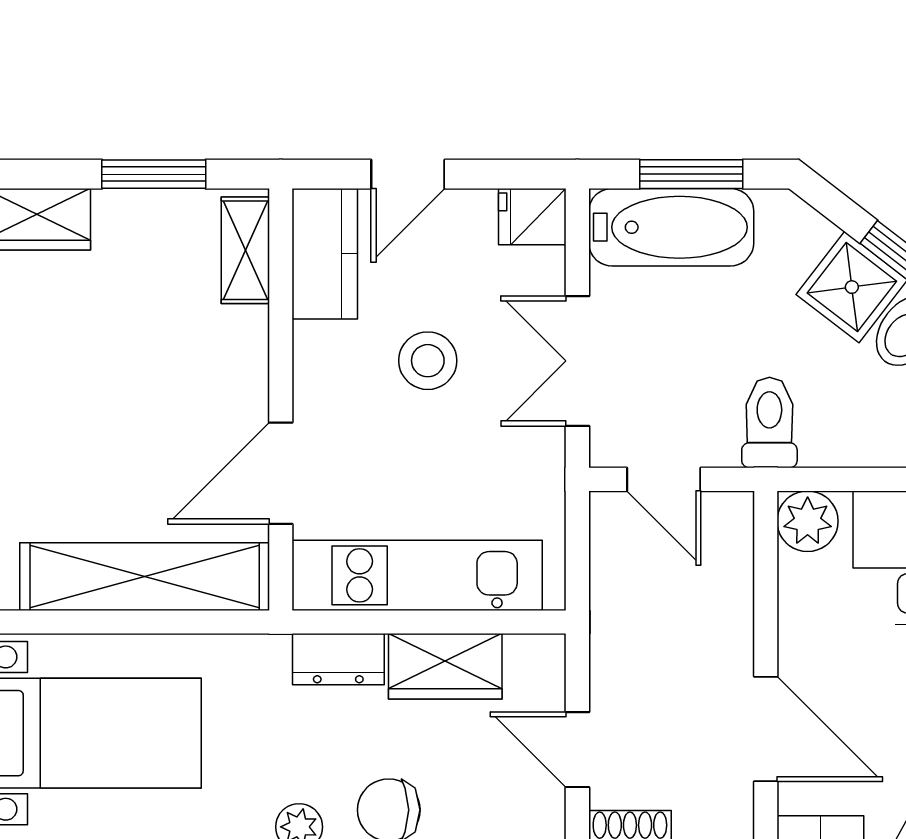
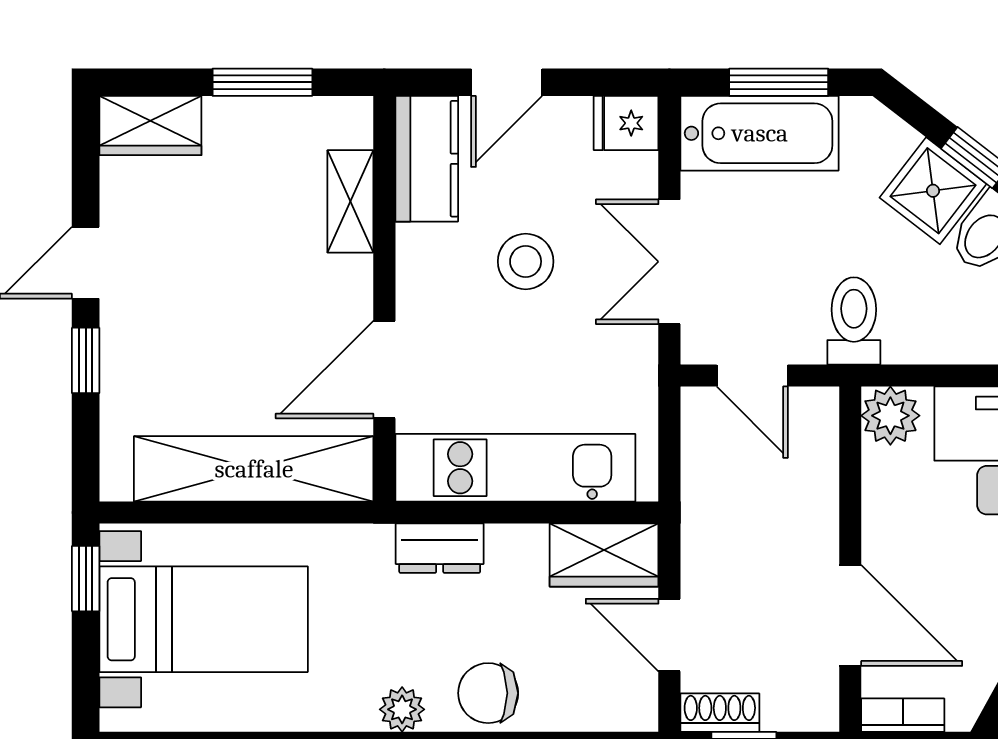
shelving: (245, 250) -> (350, 201), moved
wardrobe: (445, 666) -> (604, 555), moved

